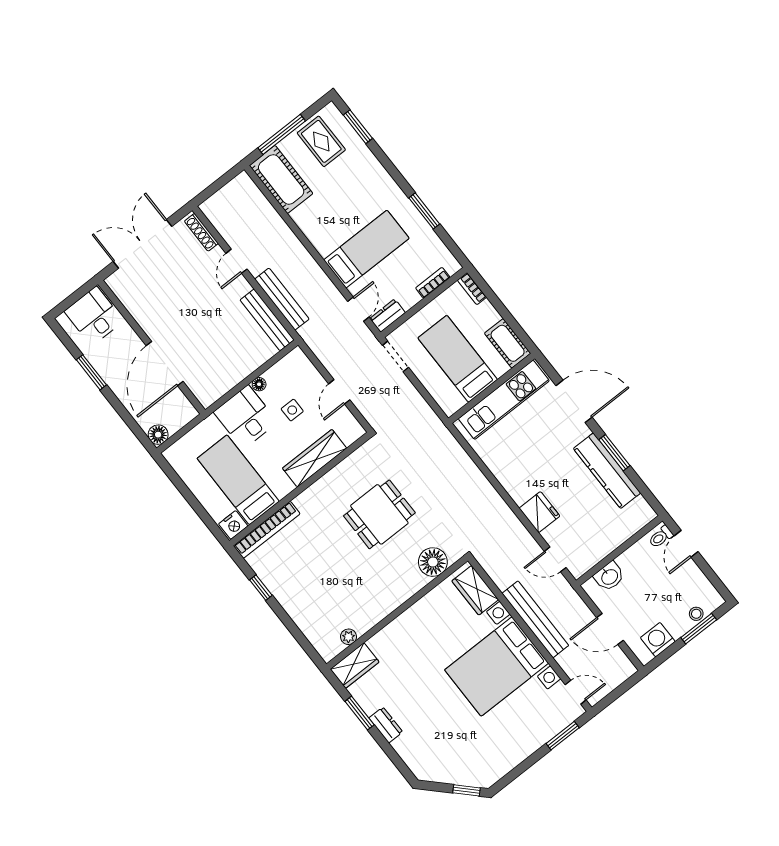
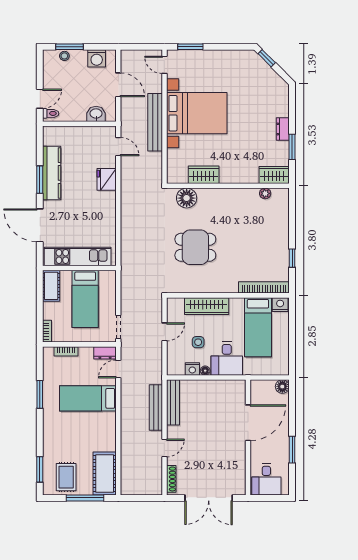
nightstand: (275, 375) -> (192, 369), added
wardrobe: (475, 590) -> (204, 175), moved, turned -90

